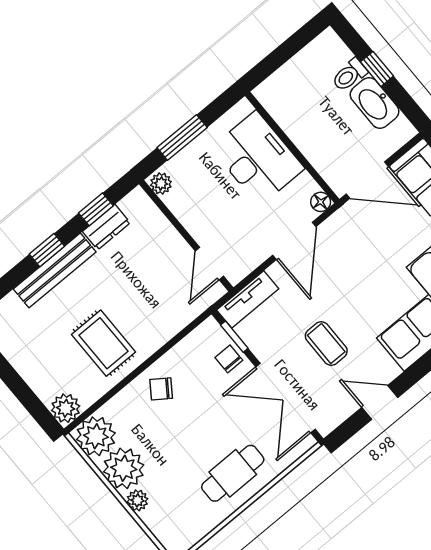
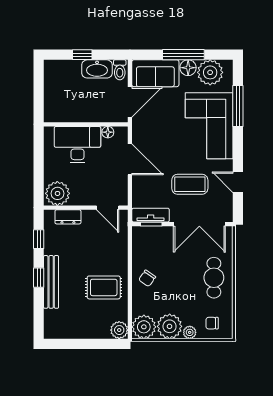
toilet: (349, 75) -> (120, 70), moved
window: (182, 138) -> (39, 172), removed
plant: (161, 184) -> (57, 193), width x1.87, depth x1.87
floor lamp: (321, 202) -> (108, 132), moved
dresser: (106, 227) -> (68, 217), moved, turned 90
tv unit: (248, 299) -> (151, 215), moved, turned -90
coffee table: (326, 343) -> (190, 184), width x1.36, depth x1.30
chair: (229, 359) -> (212, 323), moved
door: (380, 402) -> (238, 182), hinge flipped

